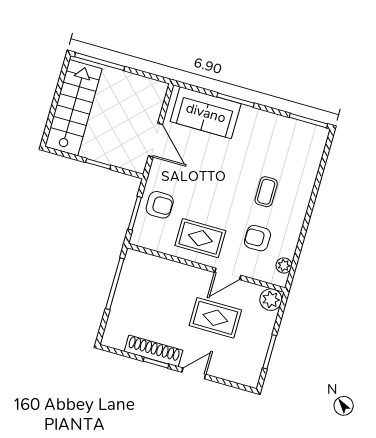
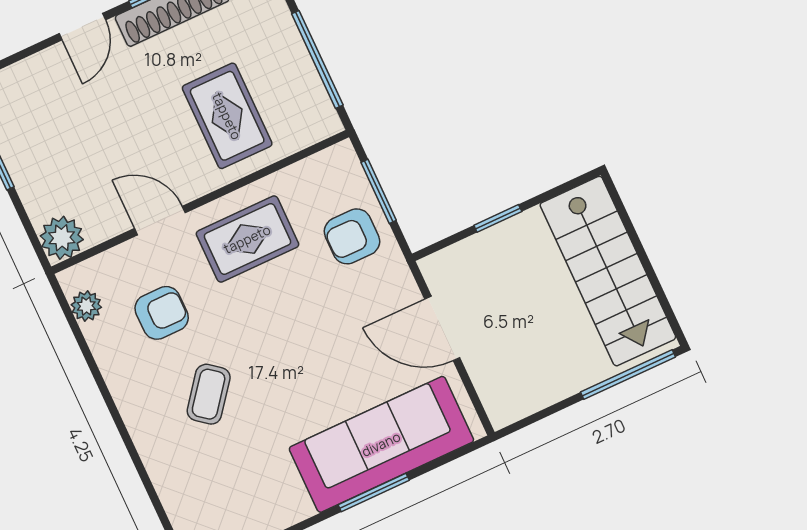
sofa: (206, 113) -> (381, 444), width x1.36
coffee table: (266, 192) -> (209, 394), turned 38
door: (228, 274) -> (160, 221), hinge flipped
rug: (215, 318) -> (227, 116), moved, turned 90

